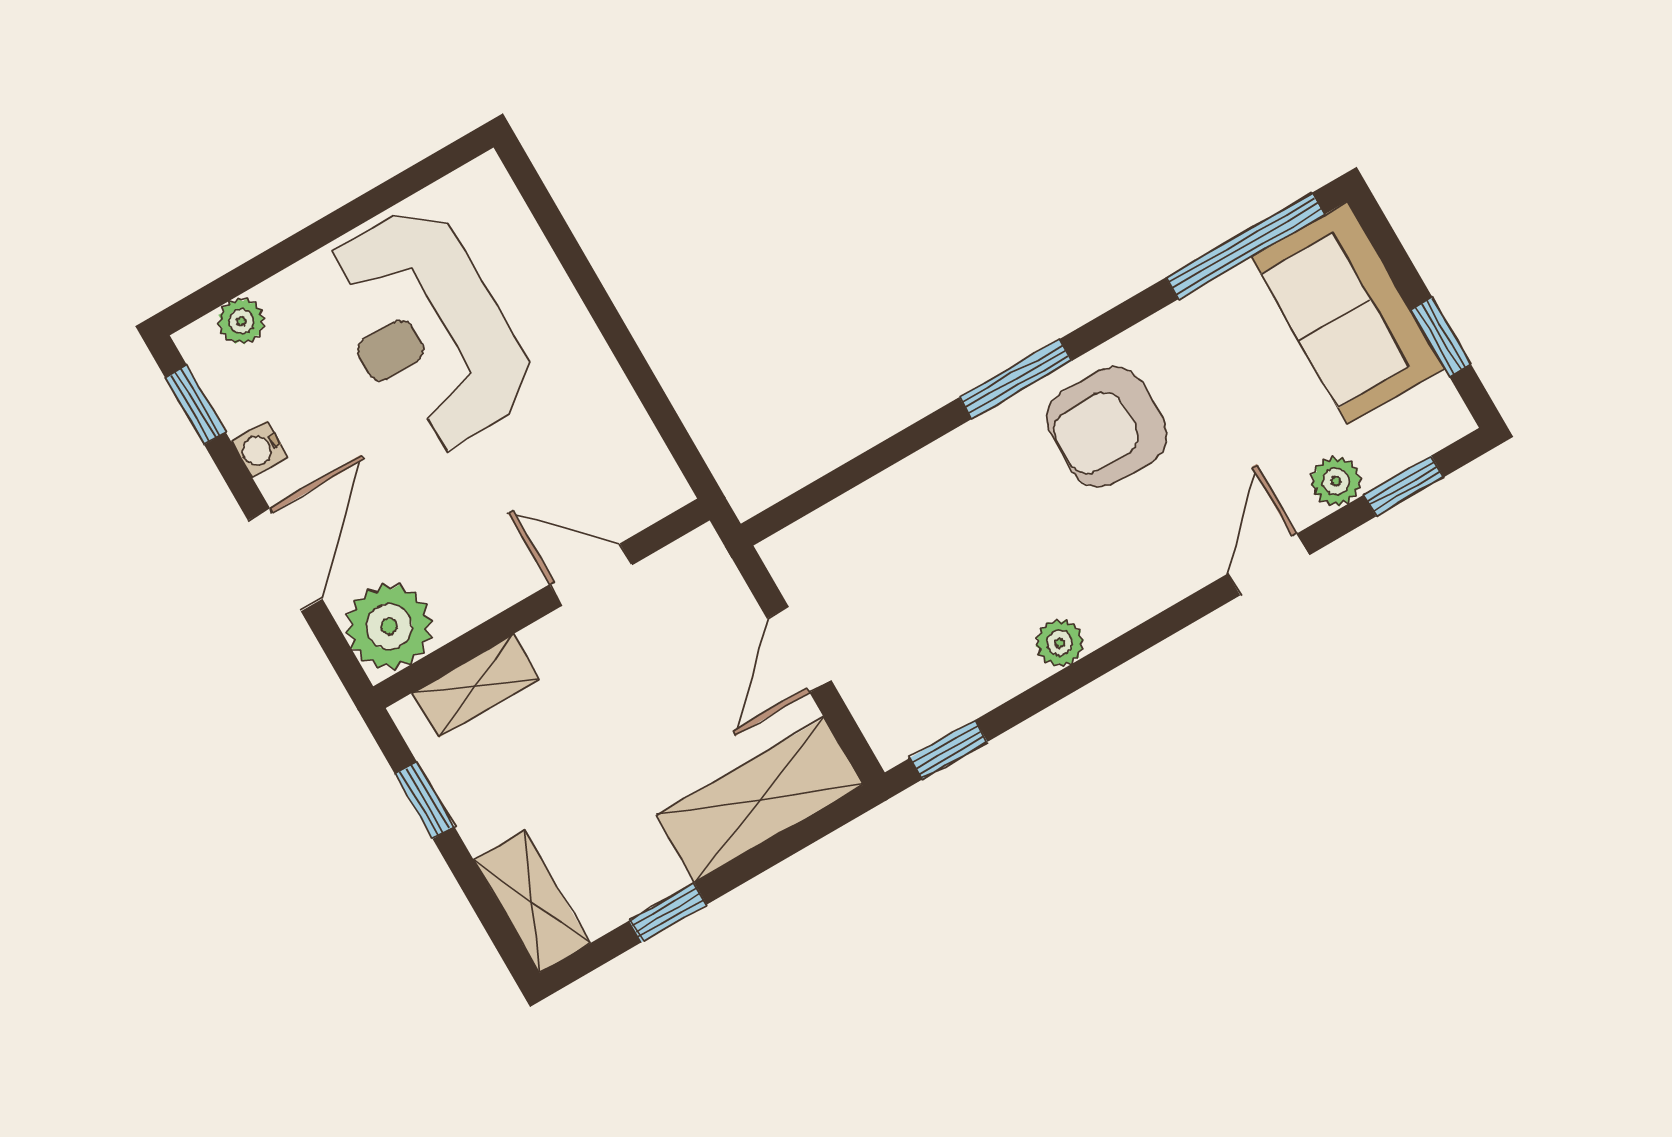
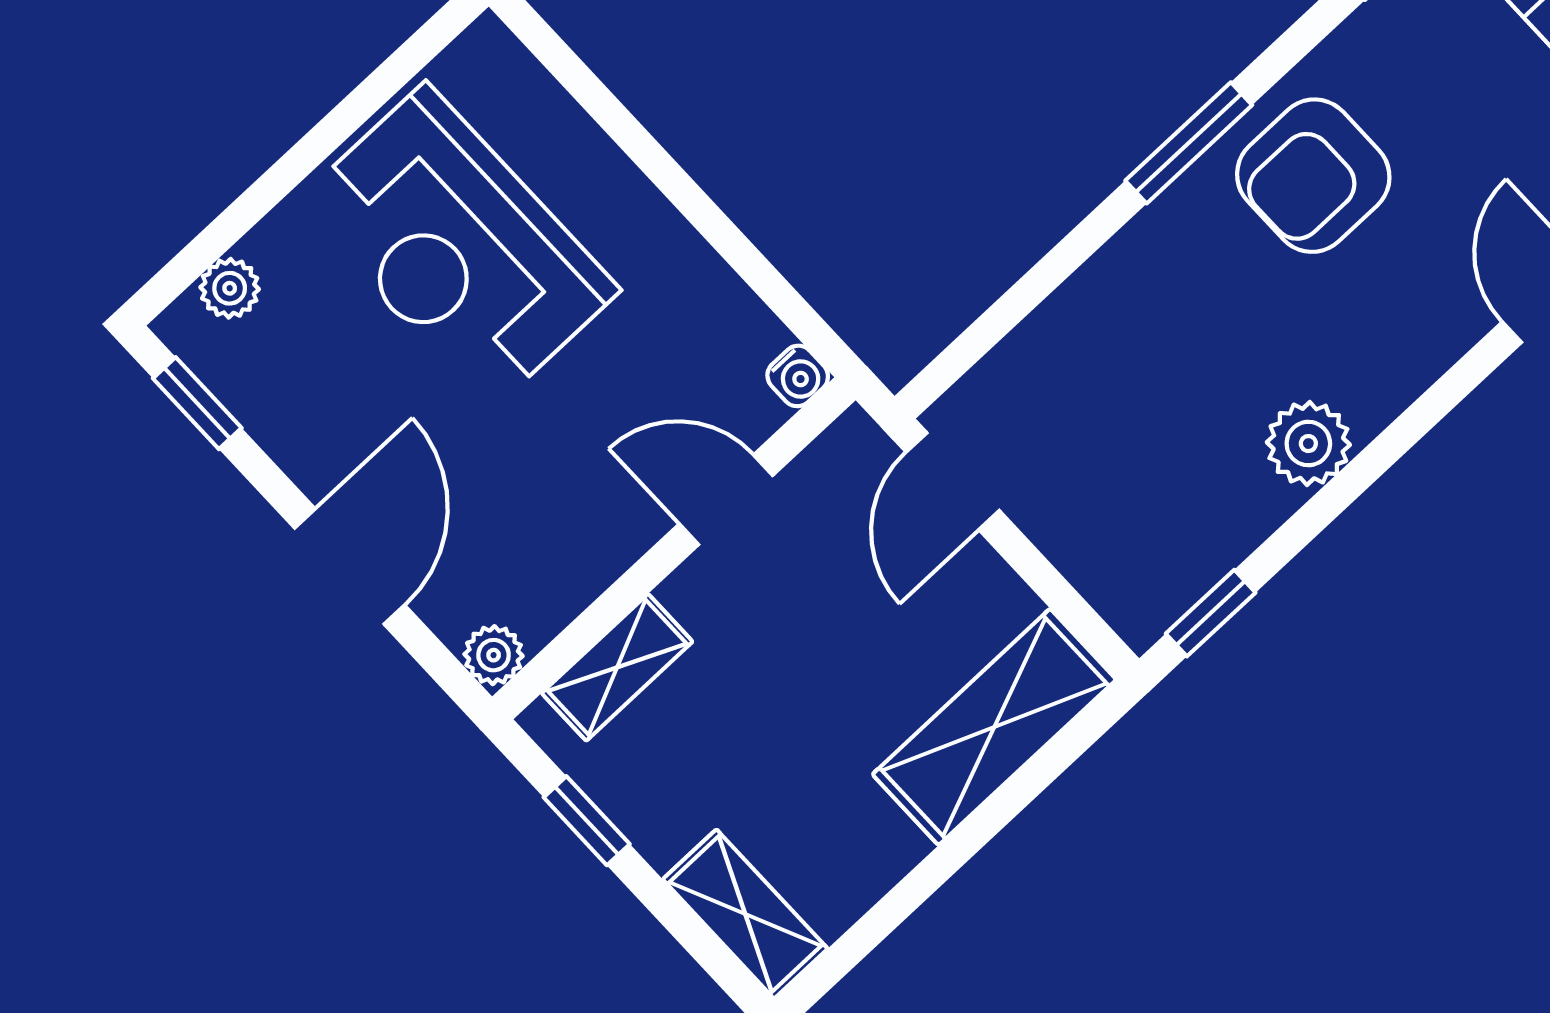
water cooler: (259, 449) -> (798, 376), moved, turned -90
plant: (389, 626) -> (494, 655), width x0.53, depth x0.53
plant: (1060, 643) -> (1308, 444), width x1.38, depth x1.38
door: (799, 649) -> (953, 481), moved
window: (668, 913) -> (914, 890), removed

